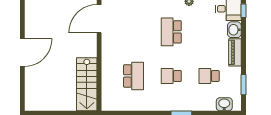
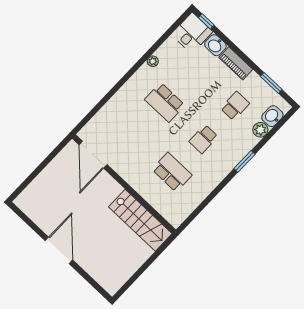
school desk: (209, 76) -> (235, 106), turned 180
plant: (209, 105) -> (260, 130), added

